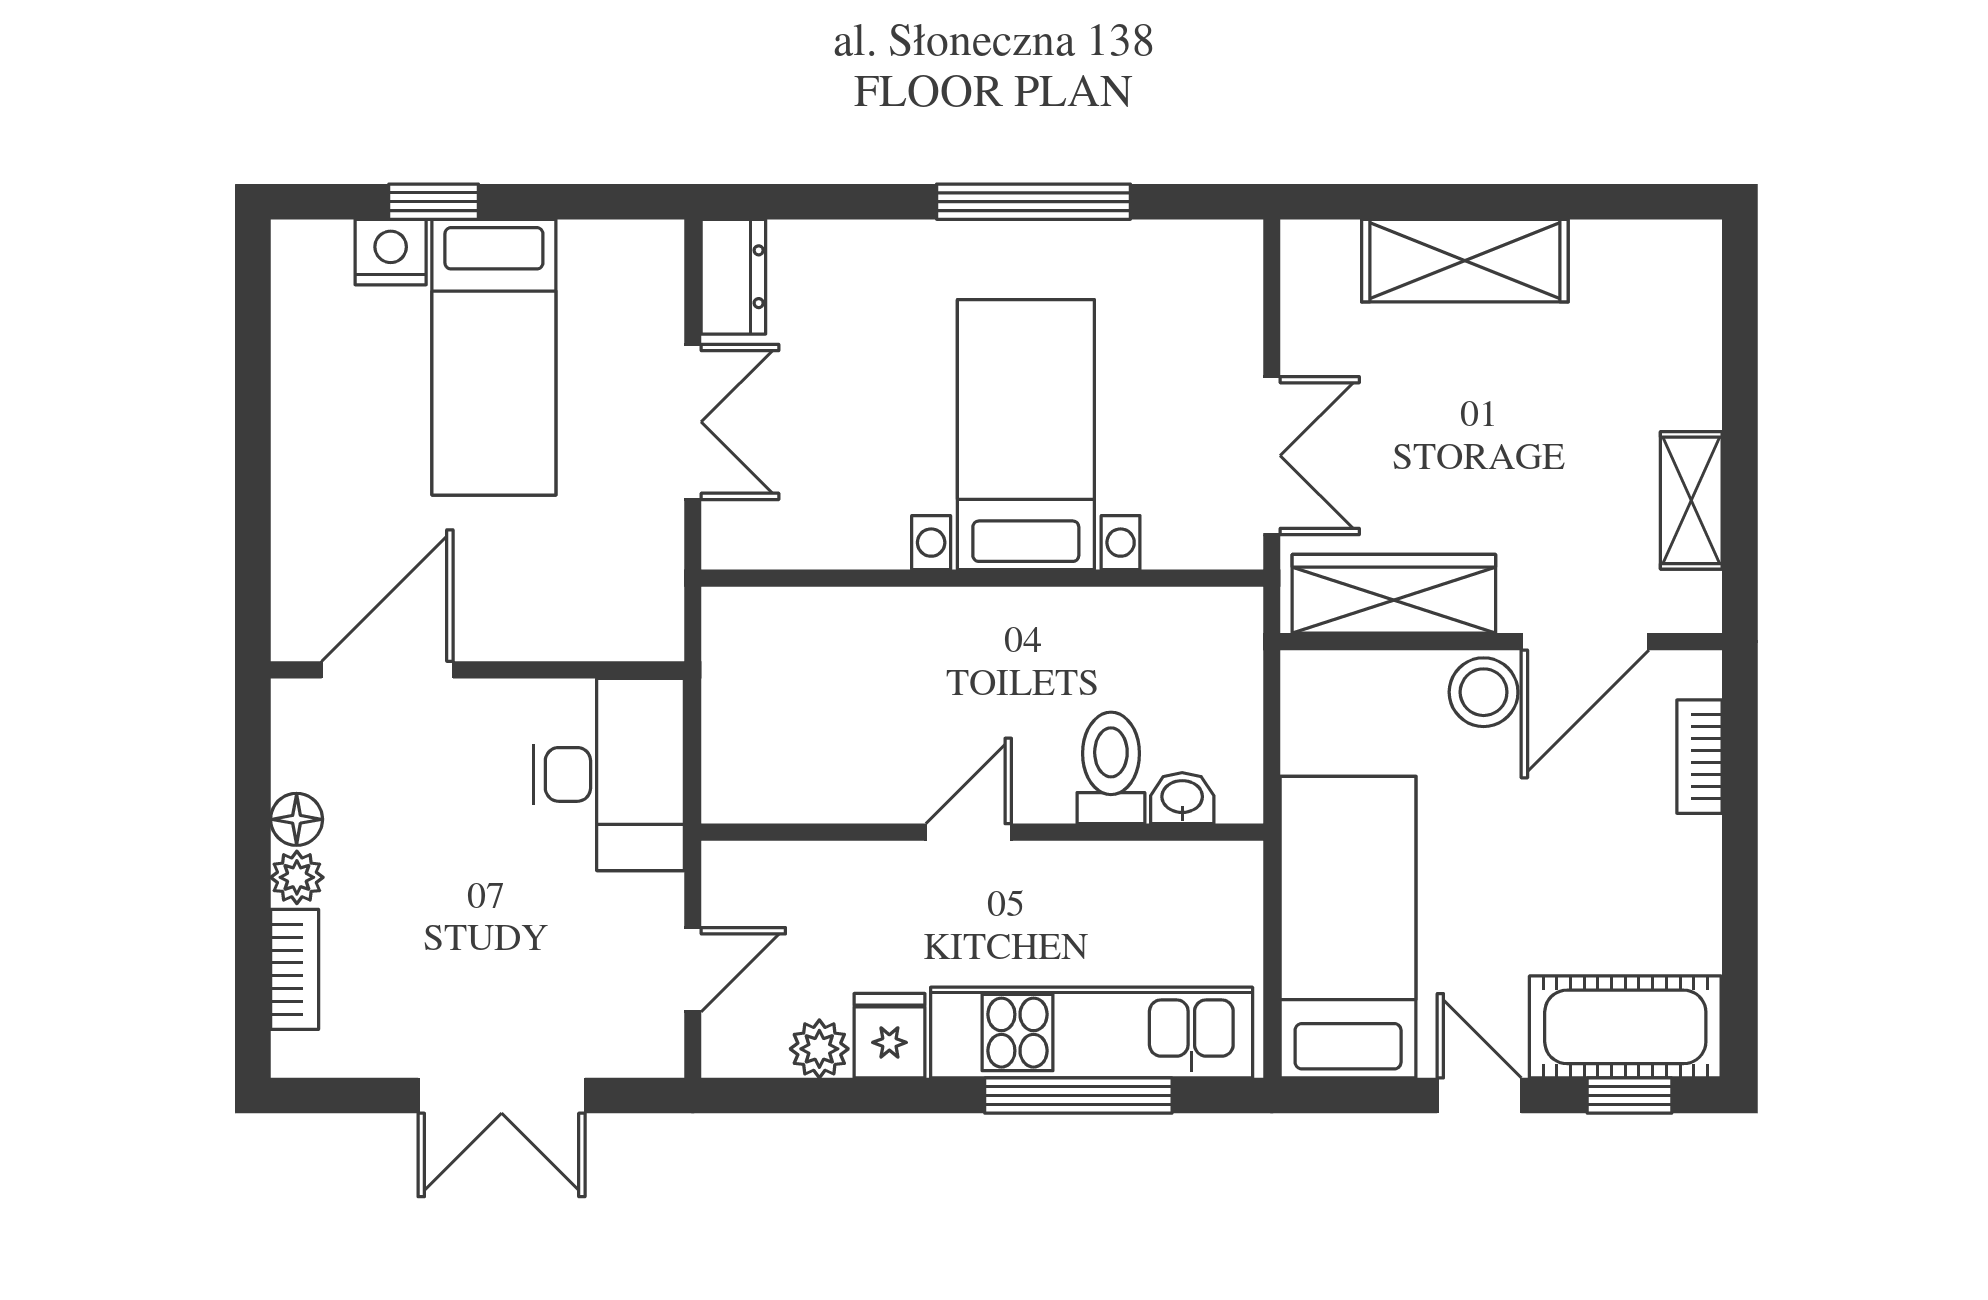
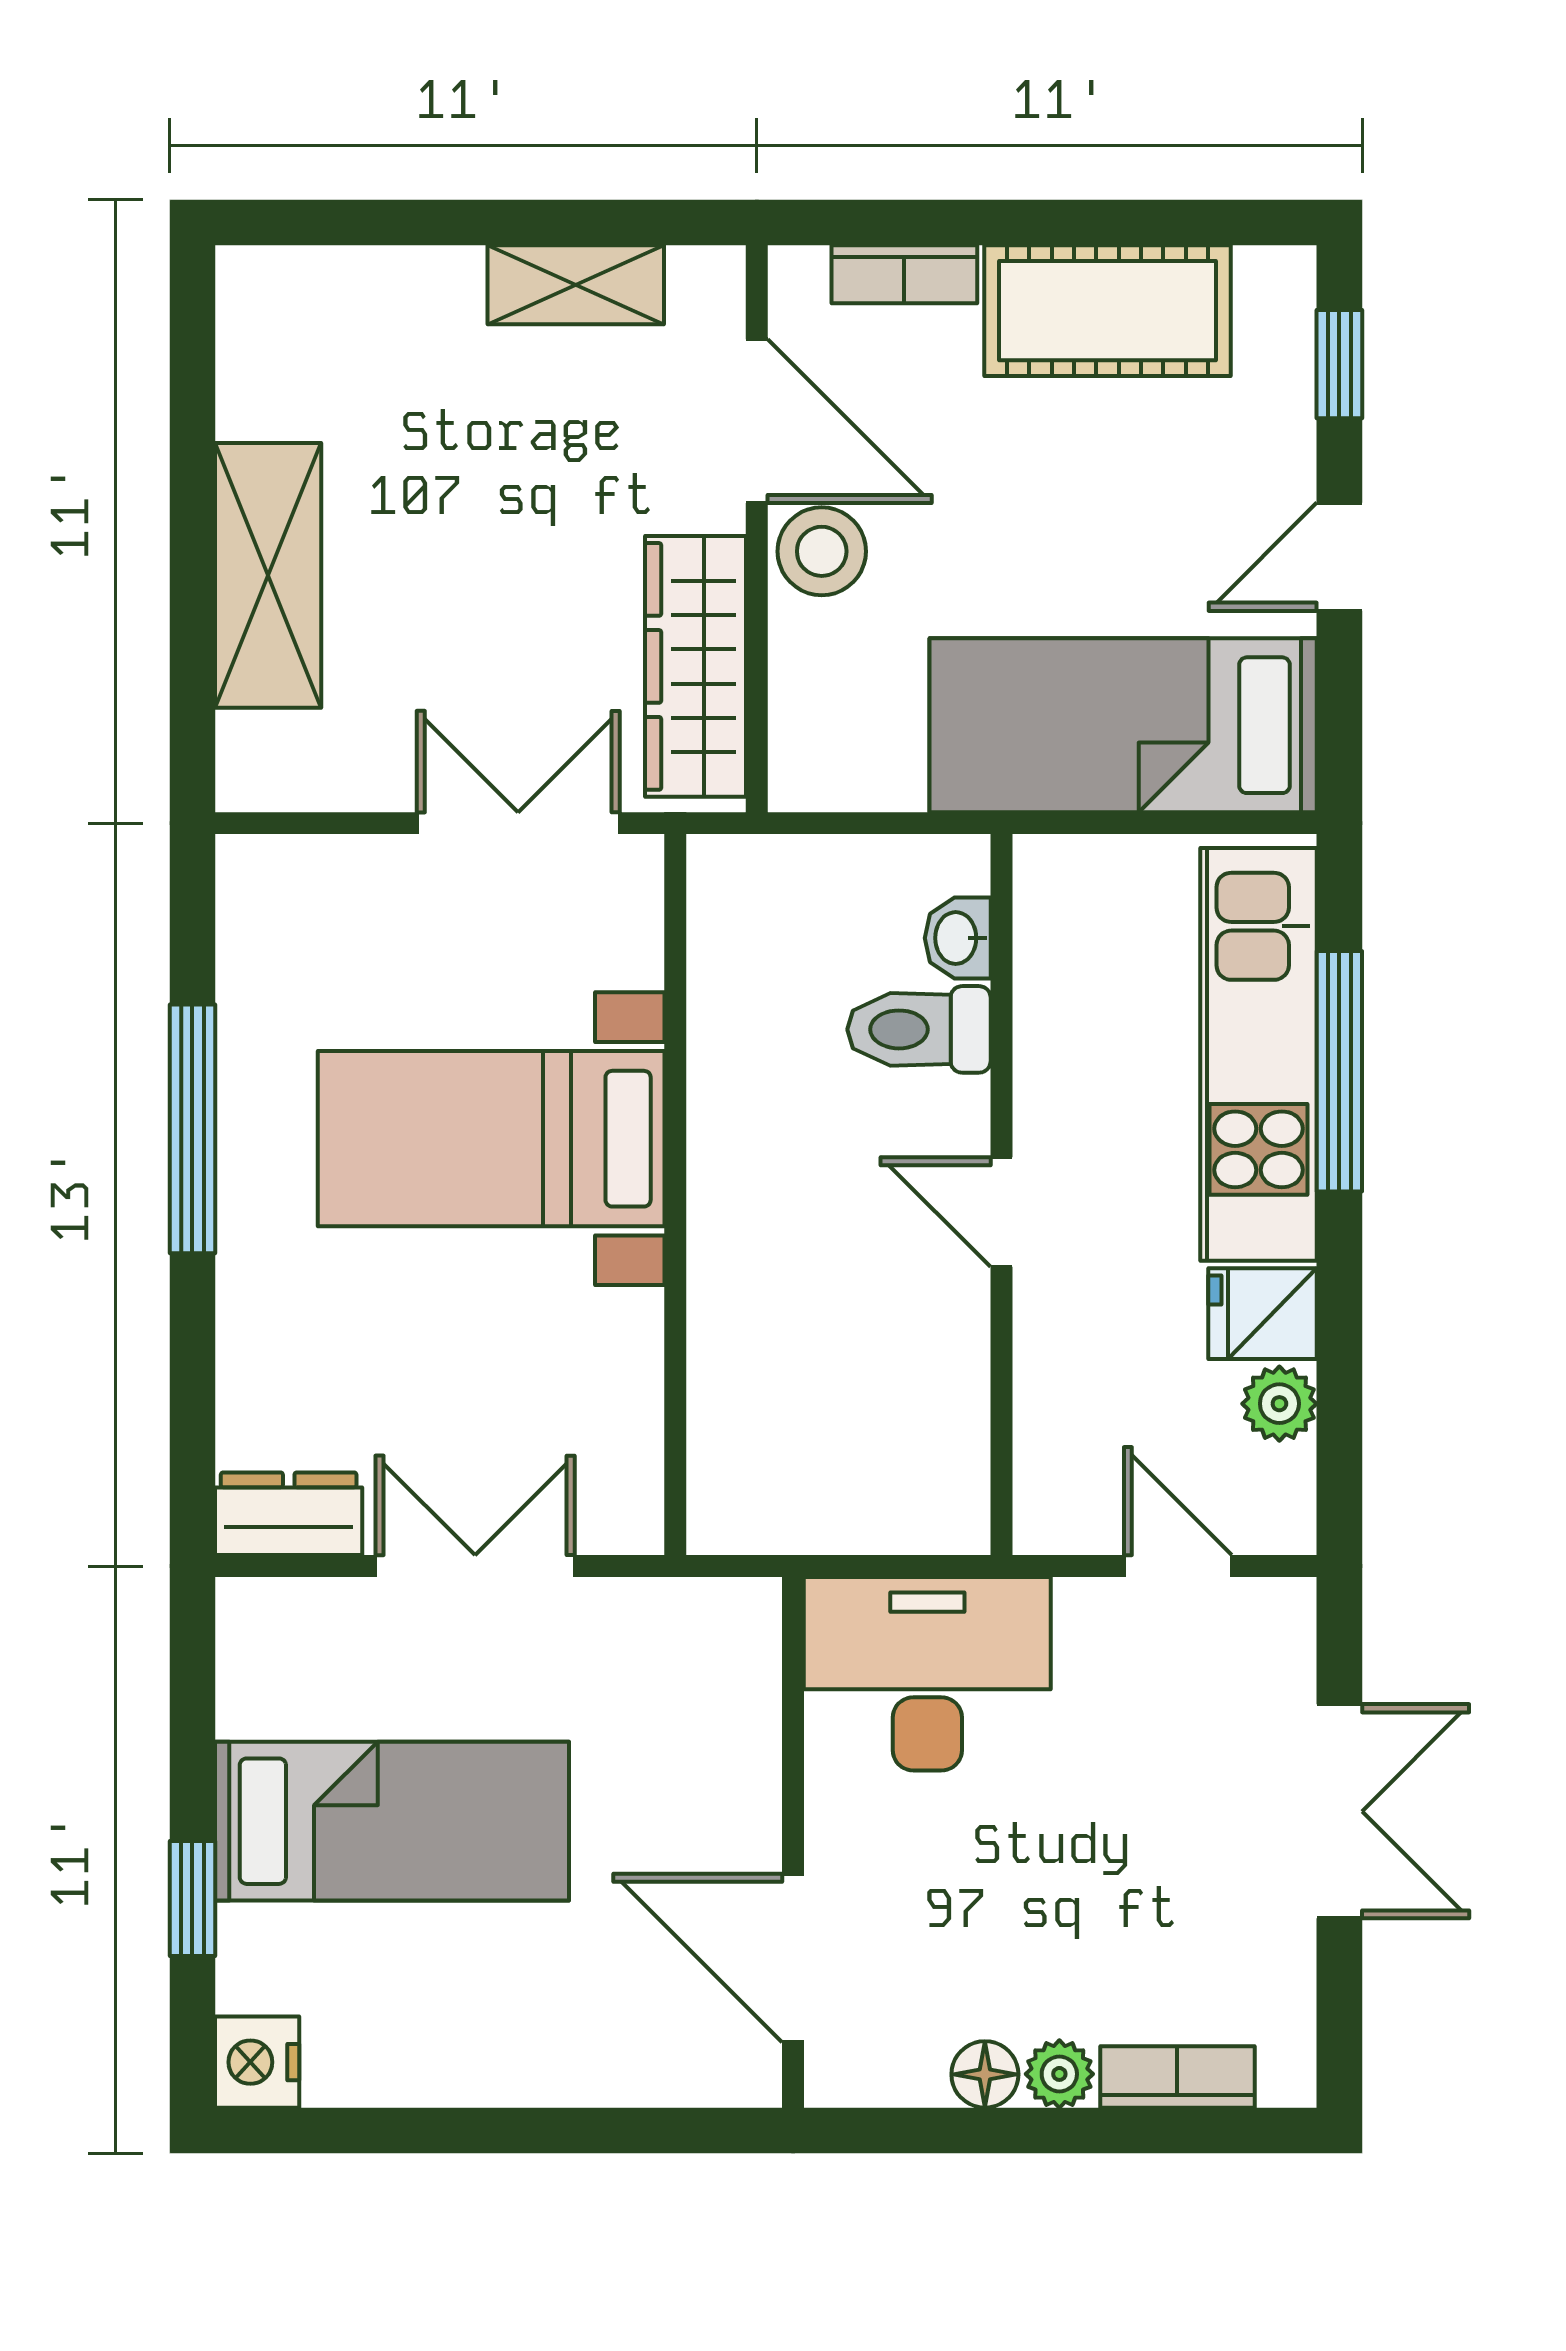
nightstand: (391, 252) -> (257, 2062), moved
cot: (1625, 1027) -> (1107, 311), moved, turned 90

